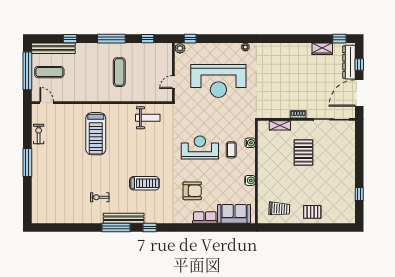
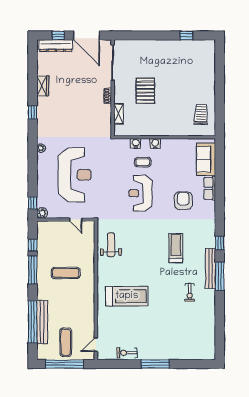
window: (70, 39) -> (33, 322), width x3.17
window: (111, 39) -> (33, 270), moved
window: (339, 39) -> (33, 112), moved
bench: (53, 48) -> (42, 322), moved
wardrobe: (322, 49) -> (43, 86), moved
pallet: (303, 152) -> (145, 91), turned 90
water cooler: (250, 180) -> (155, 144), moved
pallet: (312, 212) -> (204, 82), removed

